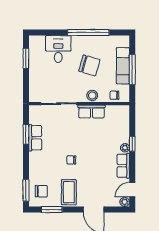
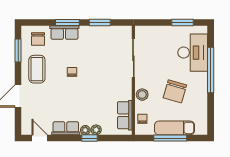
window: (88, 33) -> (211, 70), moved
desk: (58, 49) -> (193, 53), width x1.37
row of seats: (91, 112) -> (125, 115), moved
row of seats: (35, 138) -> (64, 33), moved
window: (26, 190) -> (67, 22), moved
coffee table: (69, 192) -> (37, 69), turned 90
plant: (125, 202) -> (96, 130), moved

